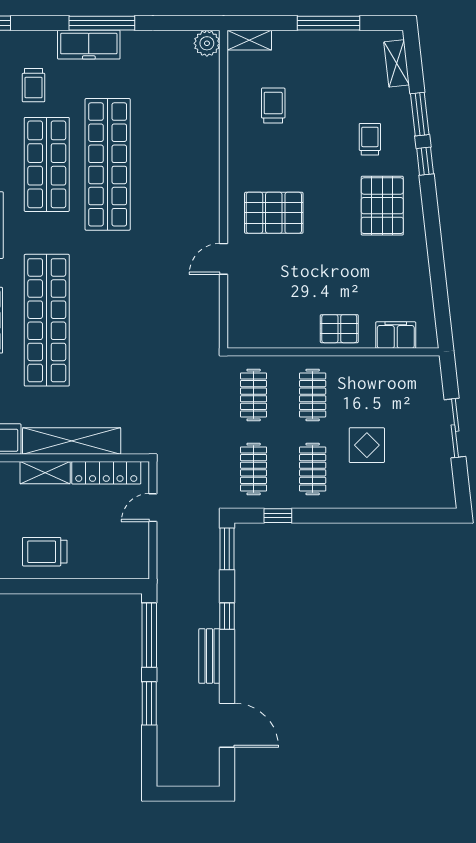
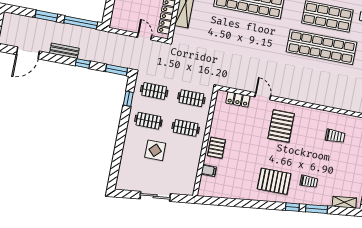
locker: (239, 305) -> (238, 99), added
filing cabinet: (396, 335) -> (209, 170), width x0.50

